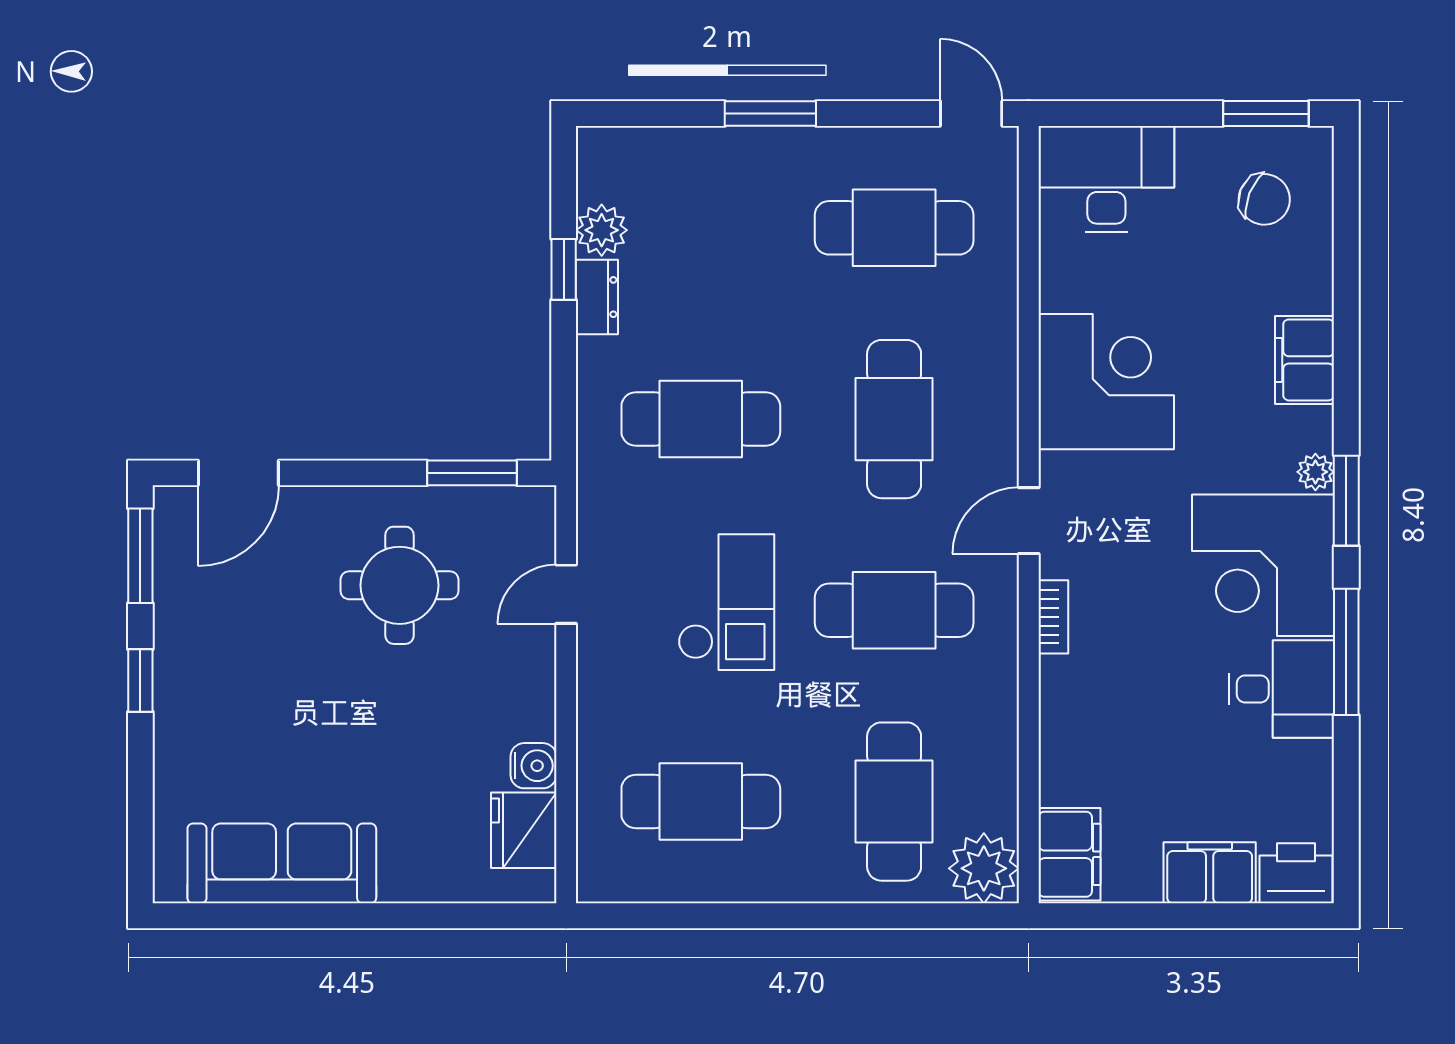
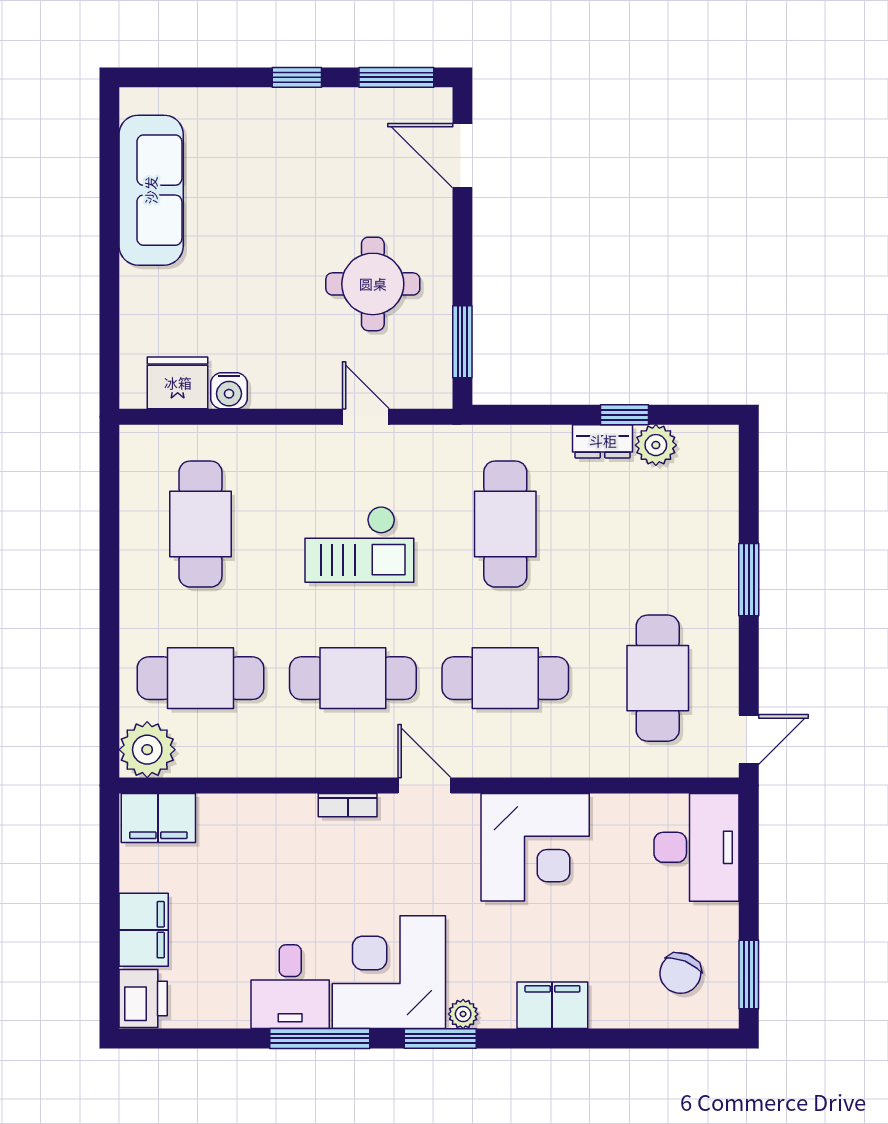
cafe table: (894, 610) -> (353, 678), turned 90

